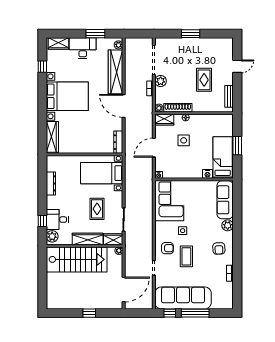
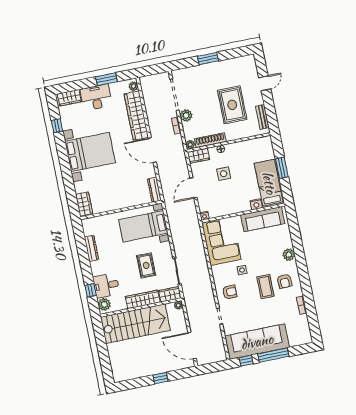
rug: (204, 80) -> (232, 105), width x1.36, depth x1.43
wardrobe: (52, 137) -> (84, 204), width x0.67
sofa: (225, 200) -> (263, 219), moved, turned -90
coffee table: (186, 256) -> (265, 287), moved
door: (124, 290) -> (192, 346), swing flipped

